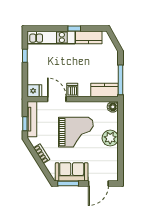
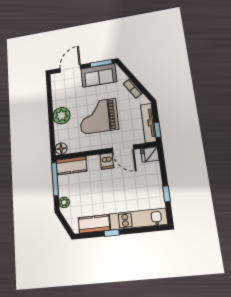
plant: (114, 58) -> (64, 202), added
window: (25, 124) -> (158, 130), moved

